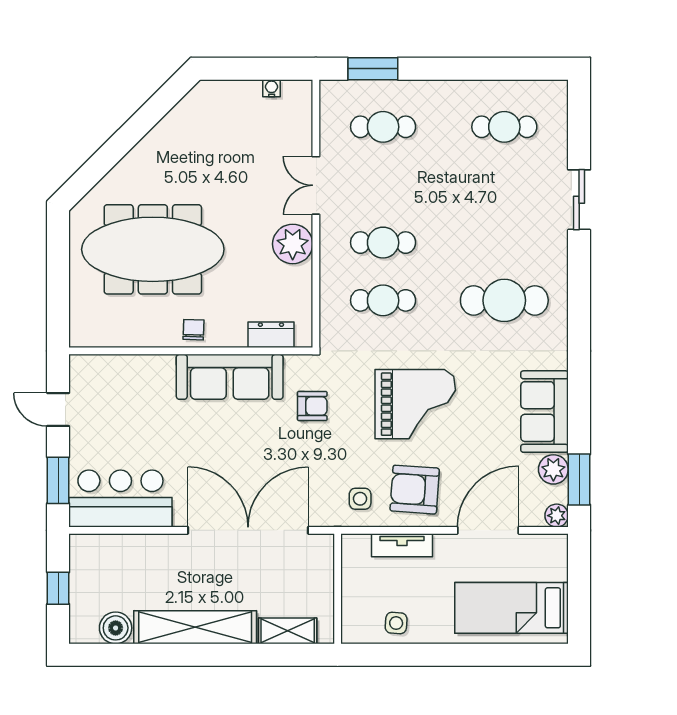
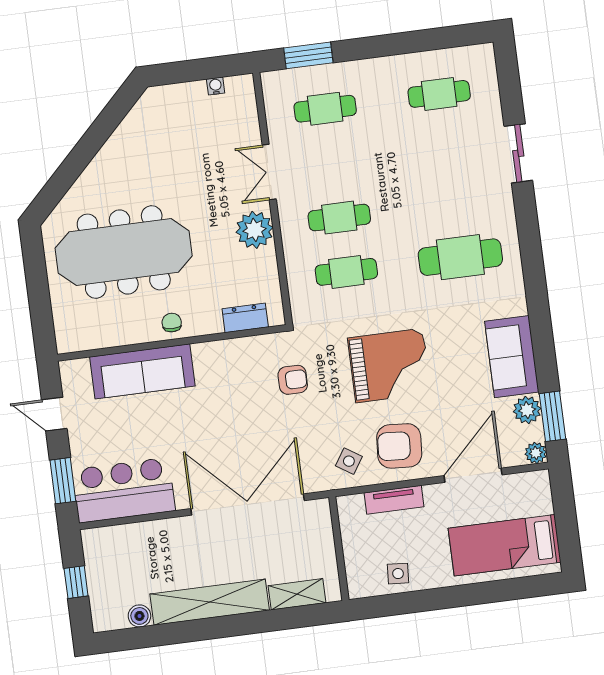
sofa: (230, 377) -> (142, 371), moved
side table: (360, 499) -> (349, 461), turned 33
boiler: (116, 628) -> (139, 616), width x0.73, depth x0.73

